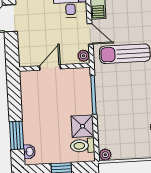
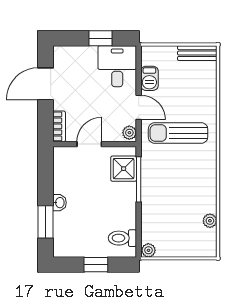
bookcase: (23, 54) -> (59, 126), added
shower: (83, 126) -> (124, 169), moved
washbasin: (29, 152) -> (60, 203), moved

